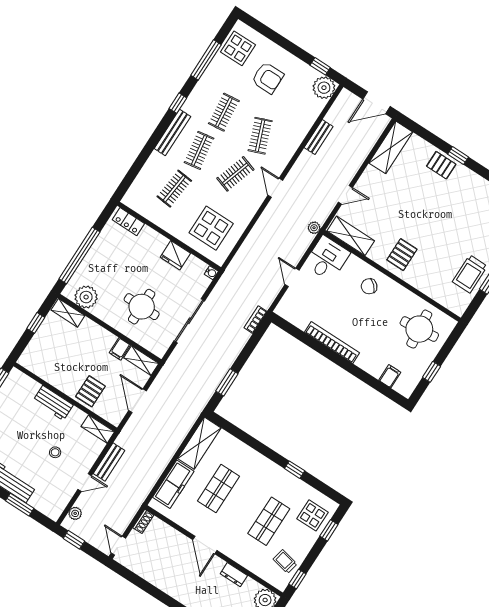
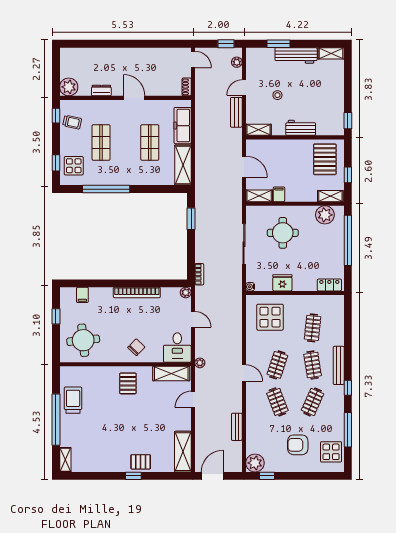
clothes rail: (224, 112) -> (313, 402), turned 30
plant: (282, 310) -> (186, 293), added
pallet: (90, 391) -> (325, 159), moved, width x1.50, depth x1.42
window: (295, 470) -> (106, 189), width x3.17

